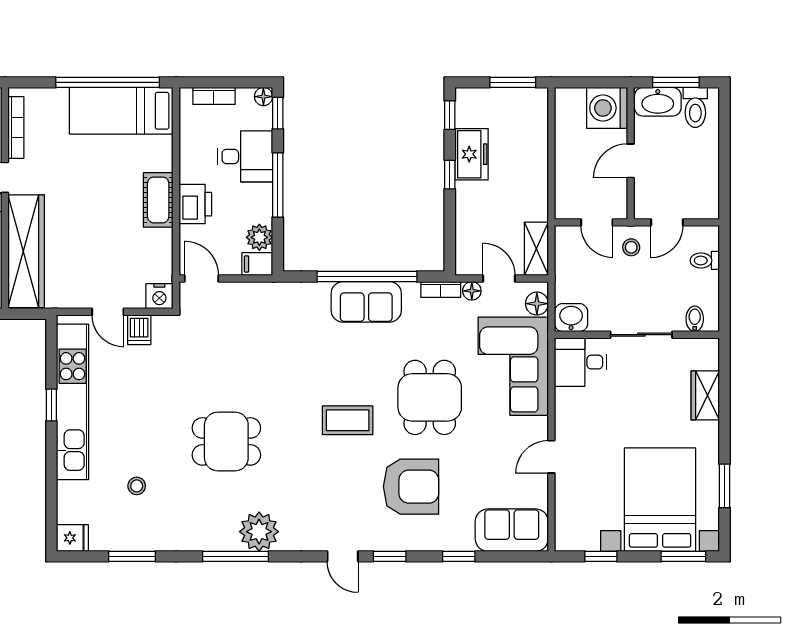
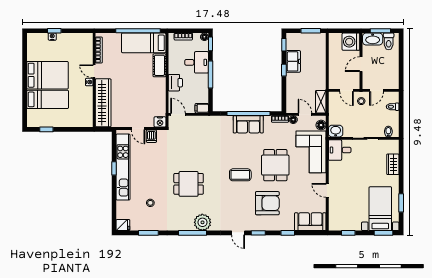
cot: (158, 200) -> (159, 65), moved
plant: (259, 237) -> (203, 97), removed
door: (551, 457) -> (327, 190), hinge flipped
bed with nightstands: (660, 500) -> (380, 209), width x0.73

